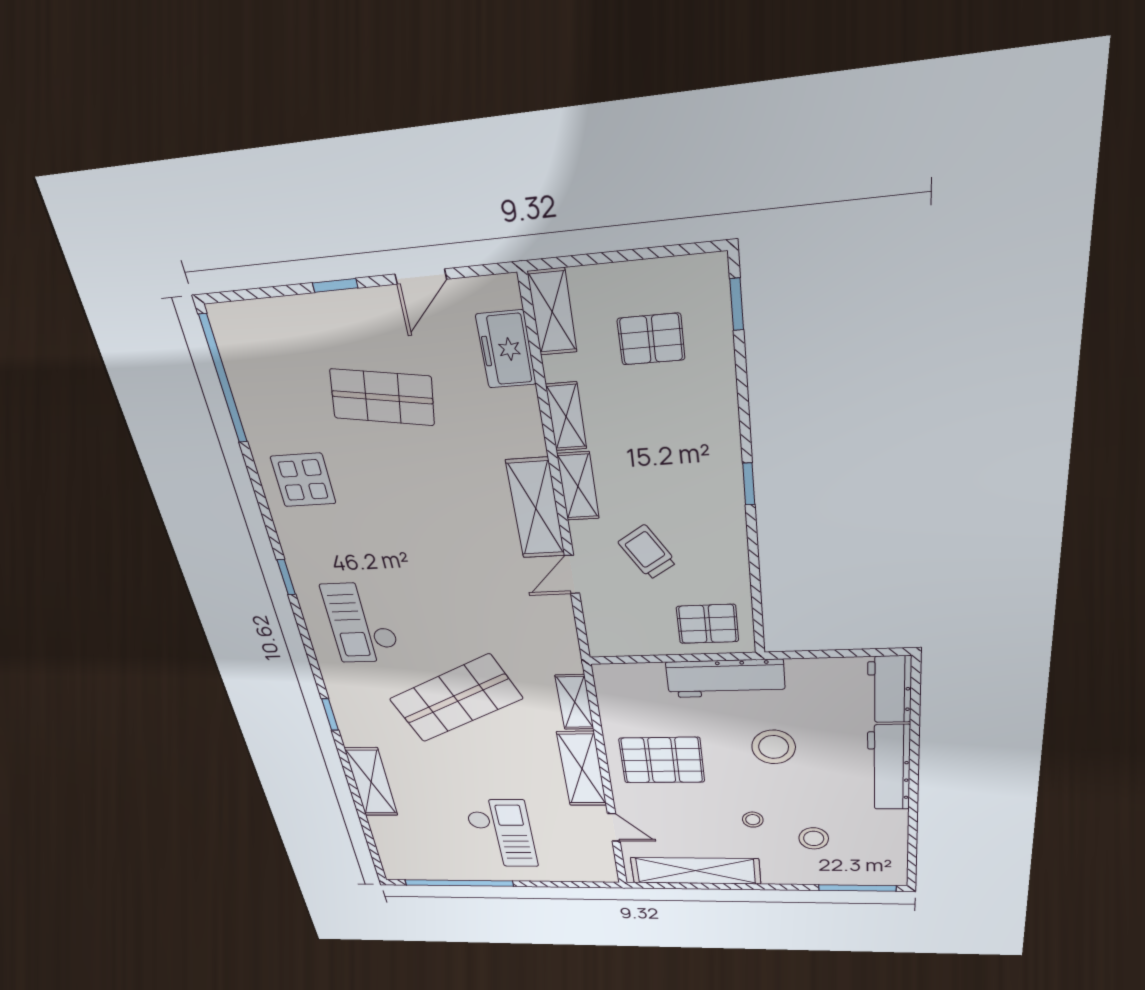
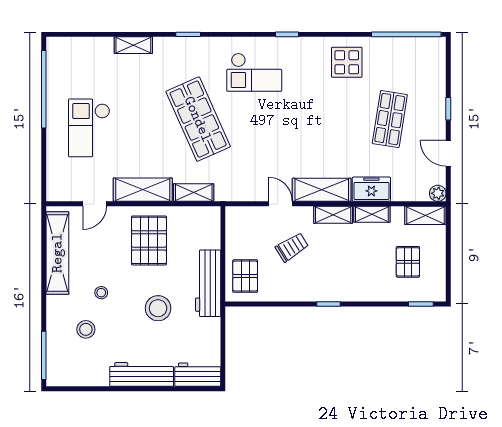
plant: (504, 291) -> (438, 193), added
freezer: (506, 349) -> (371, 189), moved
checkout: (361, 623) -> (254, 72), turned 180
shelving: (371, 782) -> (133, 45), width x0.67, depth x0.75
checkout: (501, 833) -> (89, 128), turned 90

